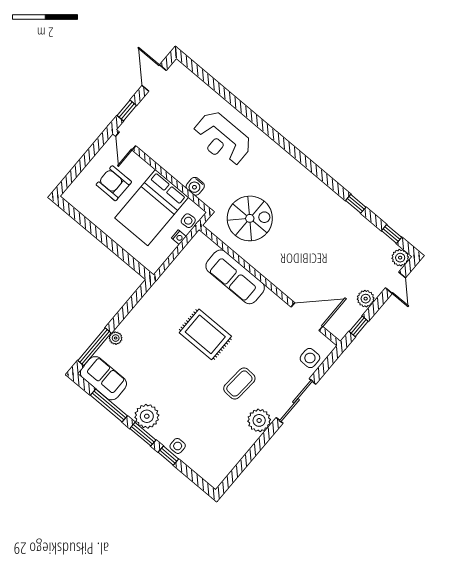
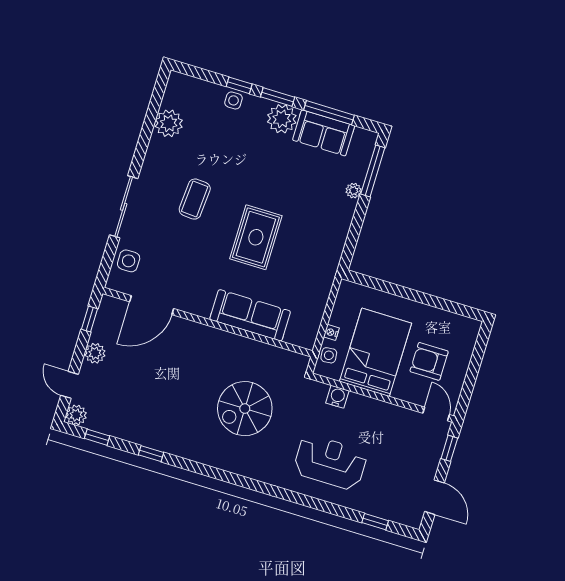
window: (207, 79) -> (375, 522), added
armchair: (114, 183) -> (429, 361), turned 180
spiral stairs: (250, 218) -> (245, 409), moved
rug: (205, 334) -> (256, 237), turned 90
sofa: (103, 378) -> (324, 133), moved
plant: (259, 420) -> (169, 123), moved

